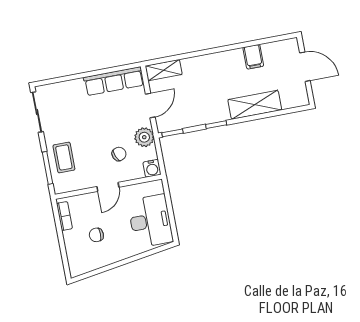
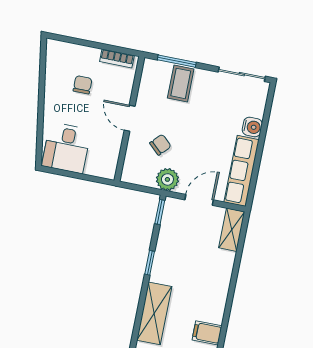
door: (150, 106) -> (199, 200), swing flipped
chair: (119, 154) -> (160, 145), turned -114
coffee table: (64, 157) -> (181, 83), turned 90
water cooler: (152, 168) -> (252, 127), moved, turned 180
desk: (150, 221) -> (66, 148), width x0.73

